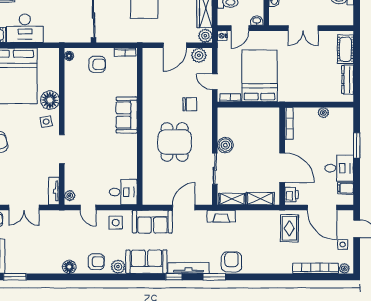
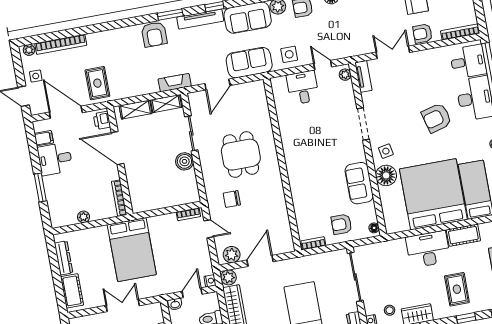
bed: (259, 76) -> (132, 250), moved
sofa: (127, 115) -> (359, 183), moved, turned 180
desk: (123, 192) -> (303, 88), moved, turned 90

